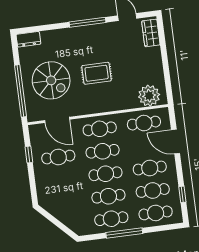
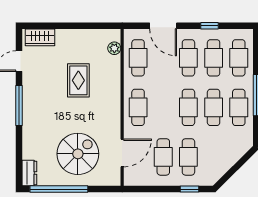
rug: (97, 73) -> (78, 80), moved
window: (21, 91) -> (59, 189), moved
plant: (149, 96) -> (114, 48), width x0.53, depth x0.53
door: (175, 142) -> (163, 26), hinge flipped
cafe table: (103, 151) -> (188, 157), moved
window: (29, 155) -> (189, 189), moved
window: (182, 194) -> (210, 26), moved

